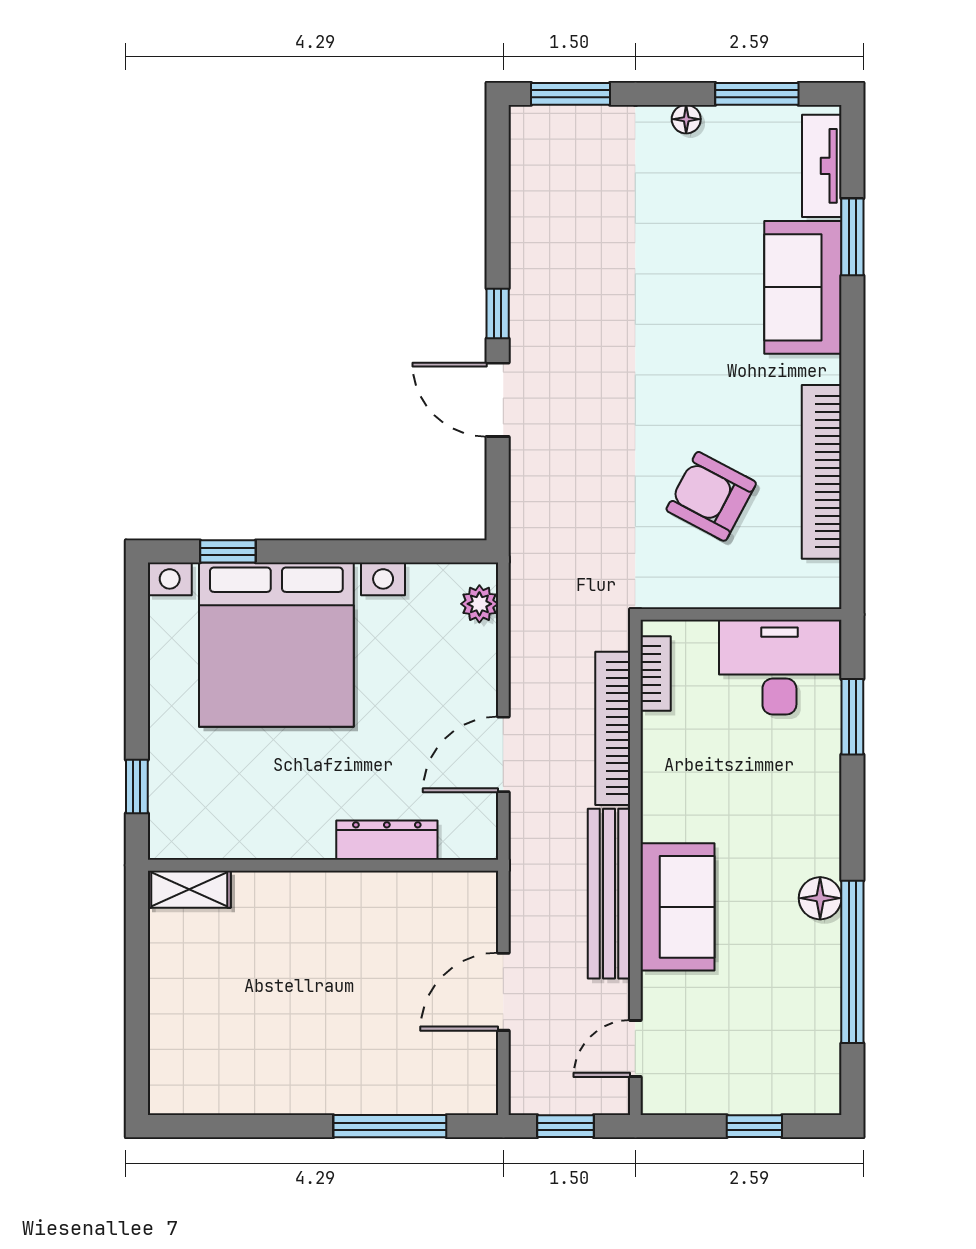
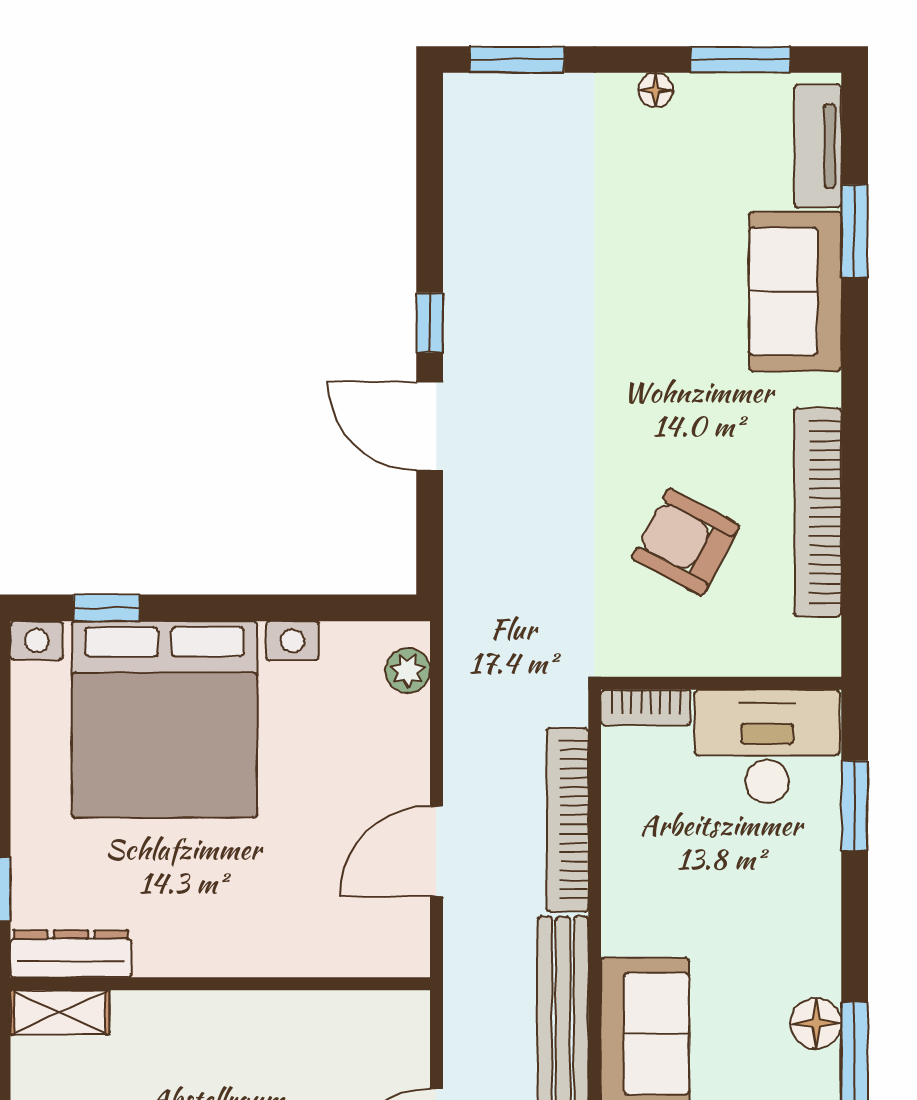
bookcase: (656, 673) -> (646, 708), moved, turned 90
dresser: (387, 840) -> (71, 954), moved

